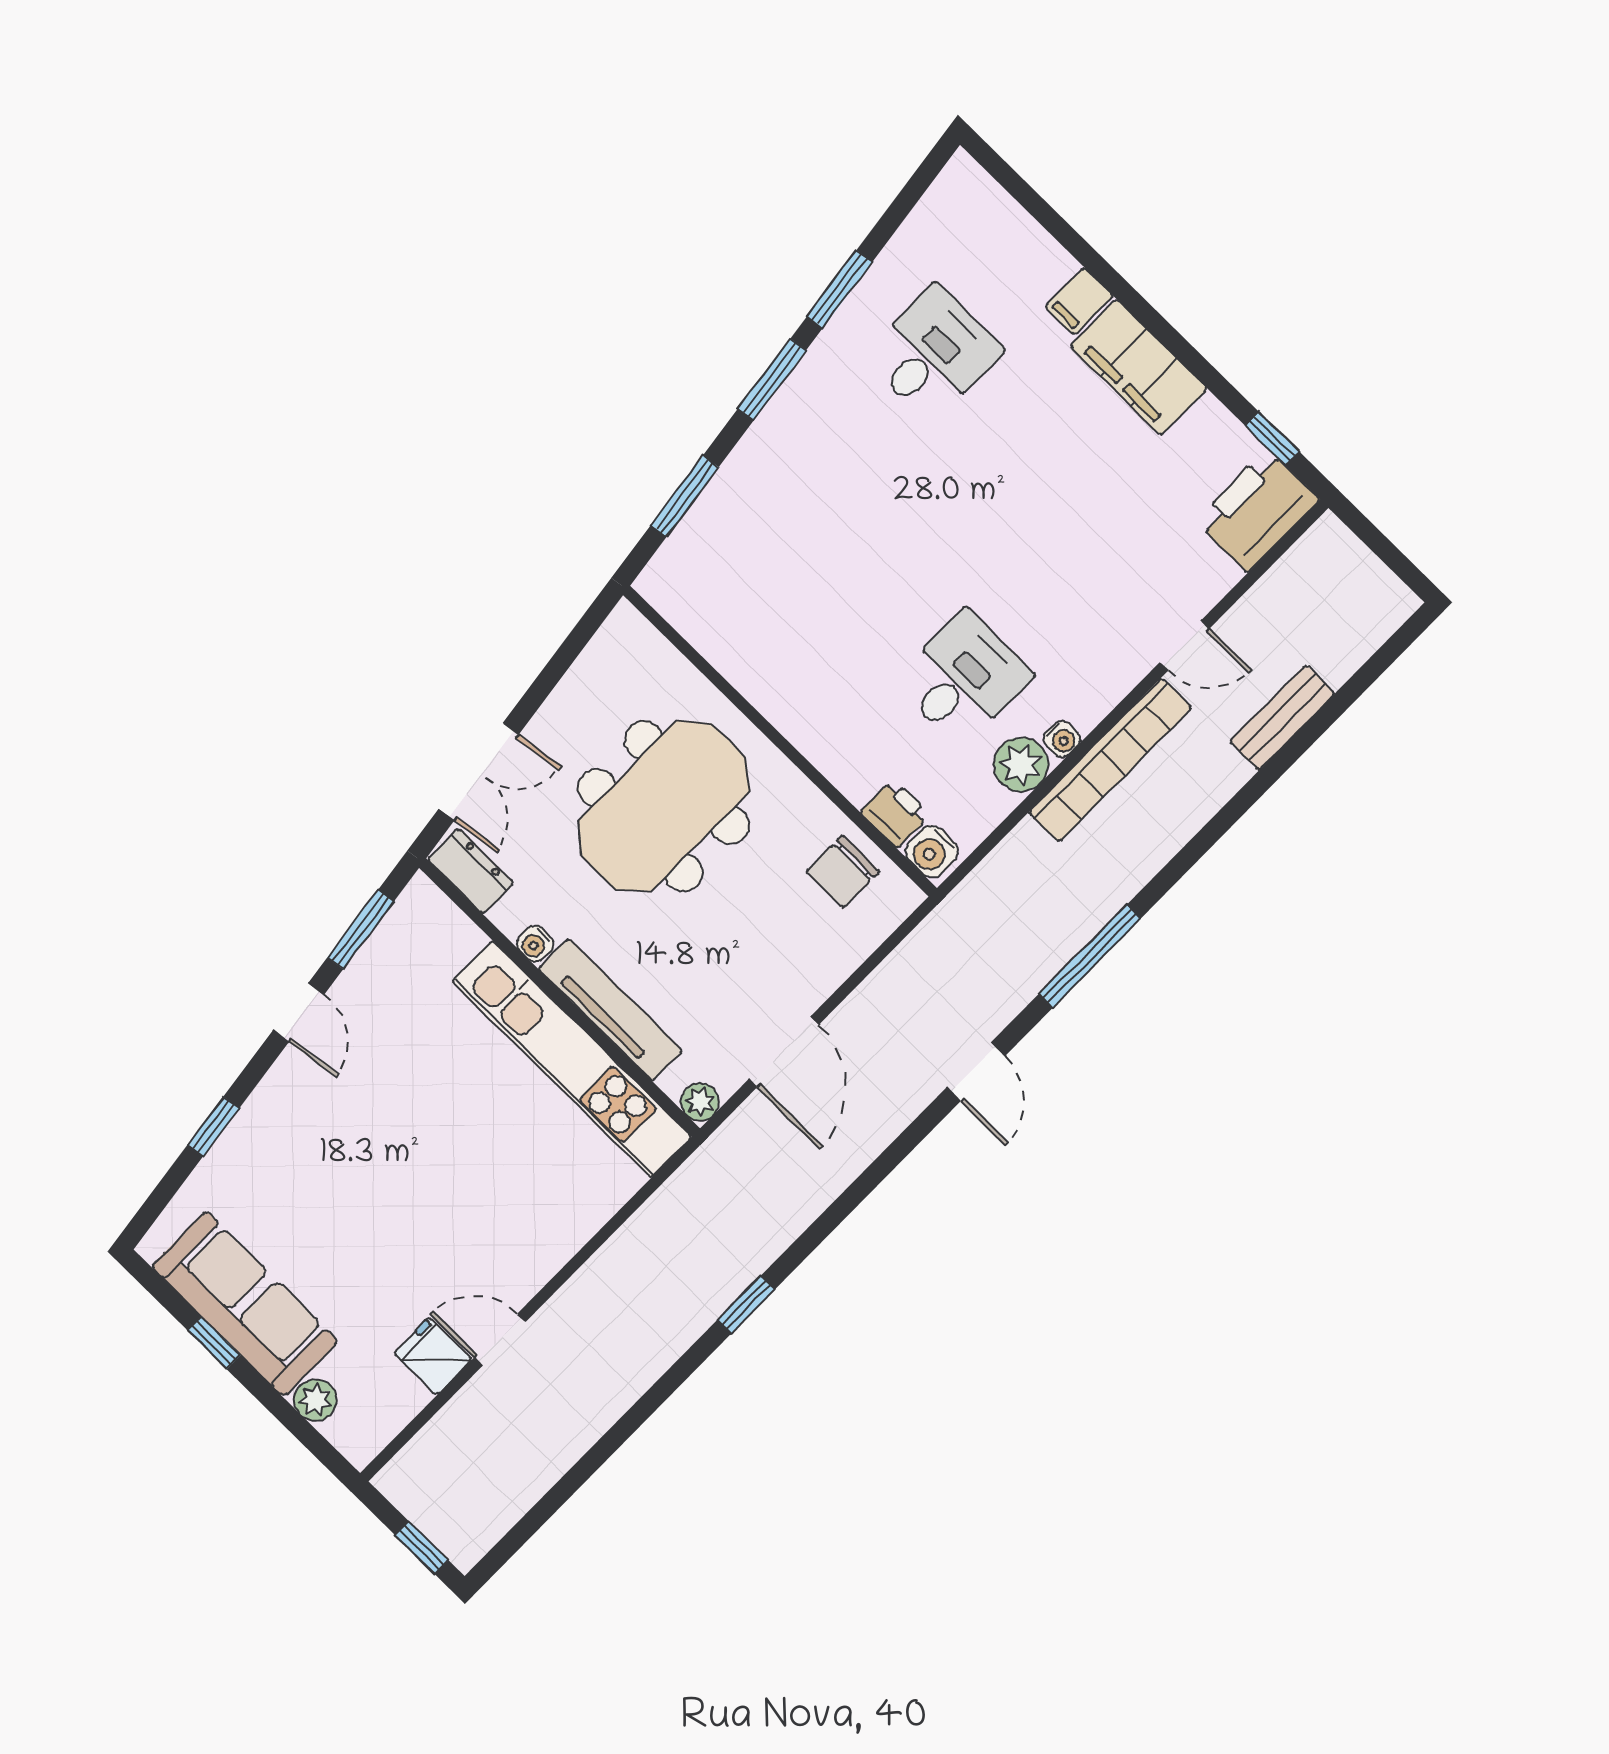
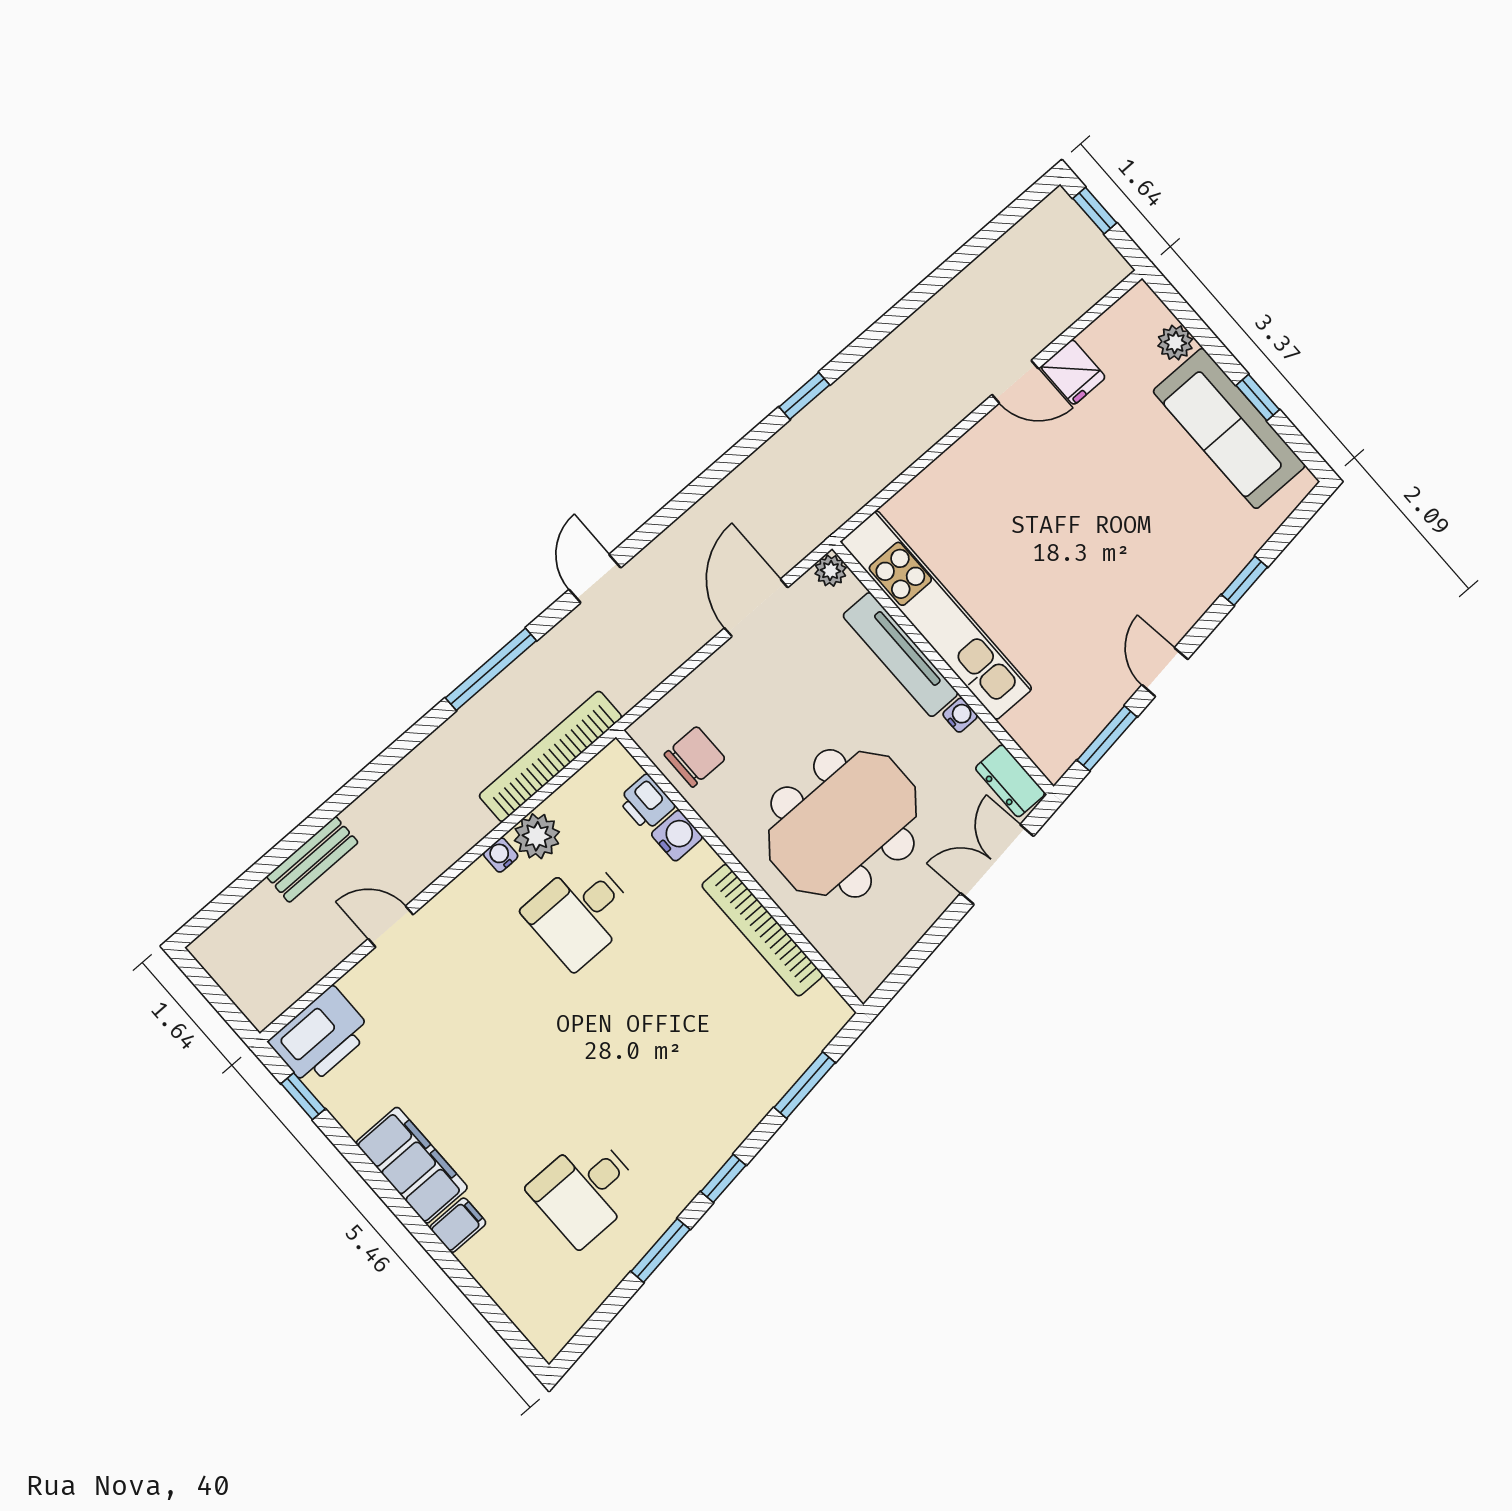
window: (772, 379) -> (723, 1178), width x0.67
bookcase: (748, 674) -> (762, 930), added
bookcase: (1110, 760) -> (550, 756), moved
water cooler: (932, 852) -> (677, 836), moved

